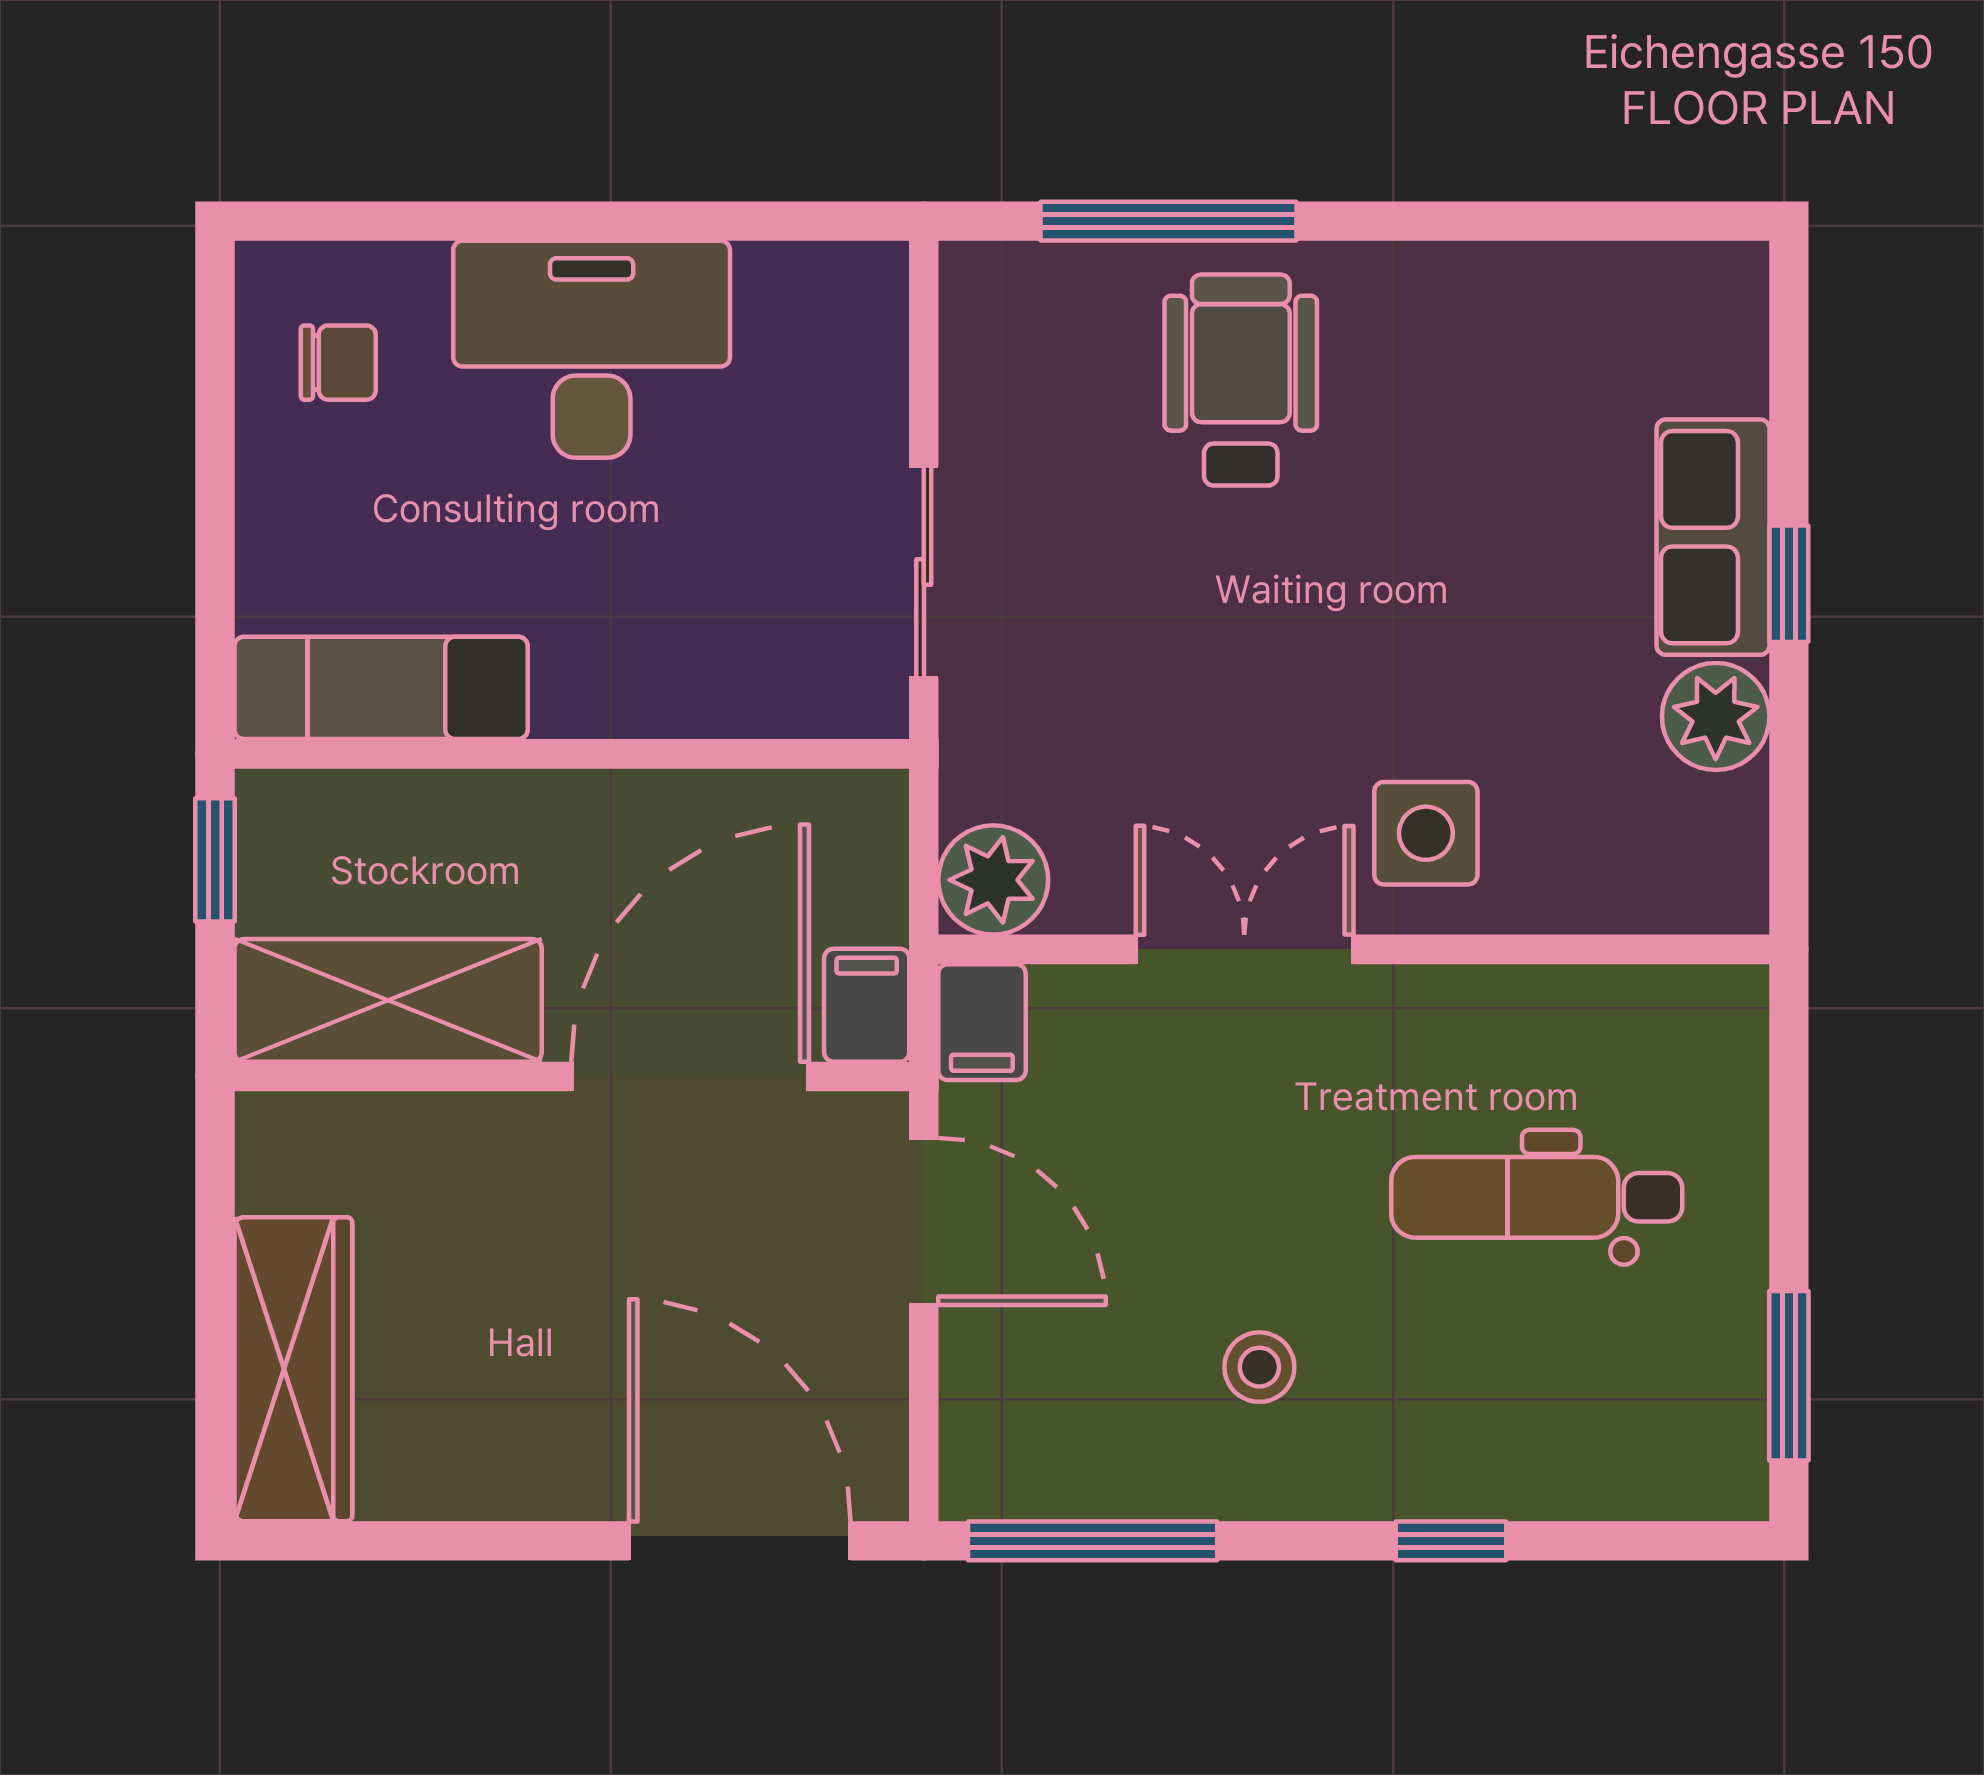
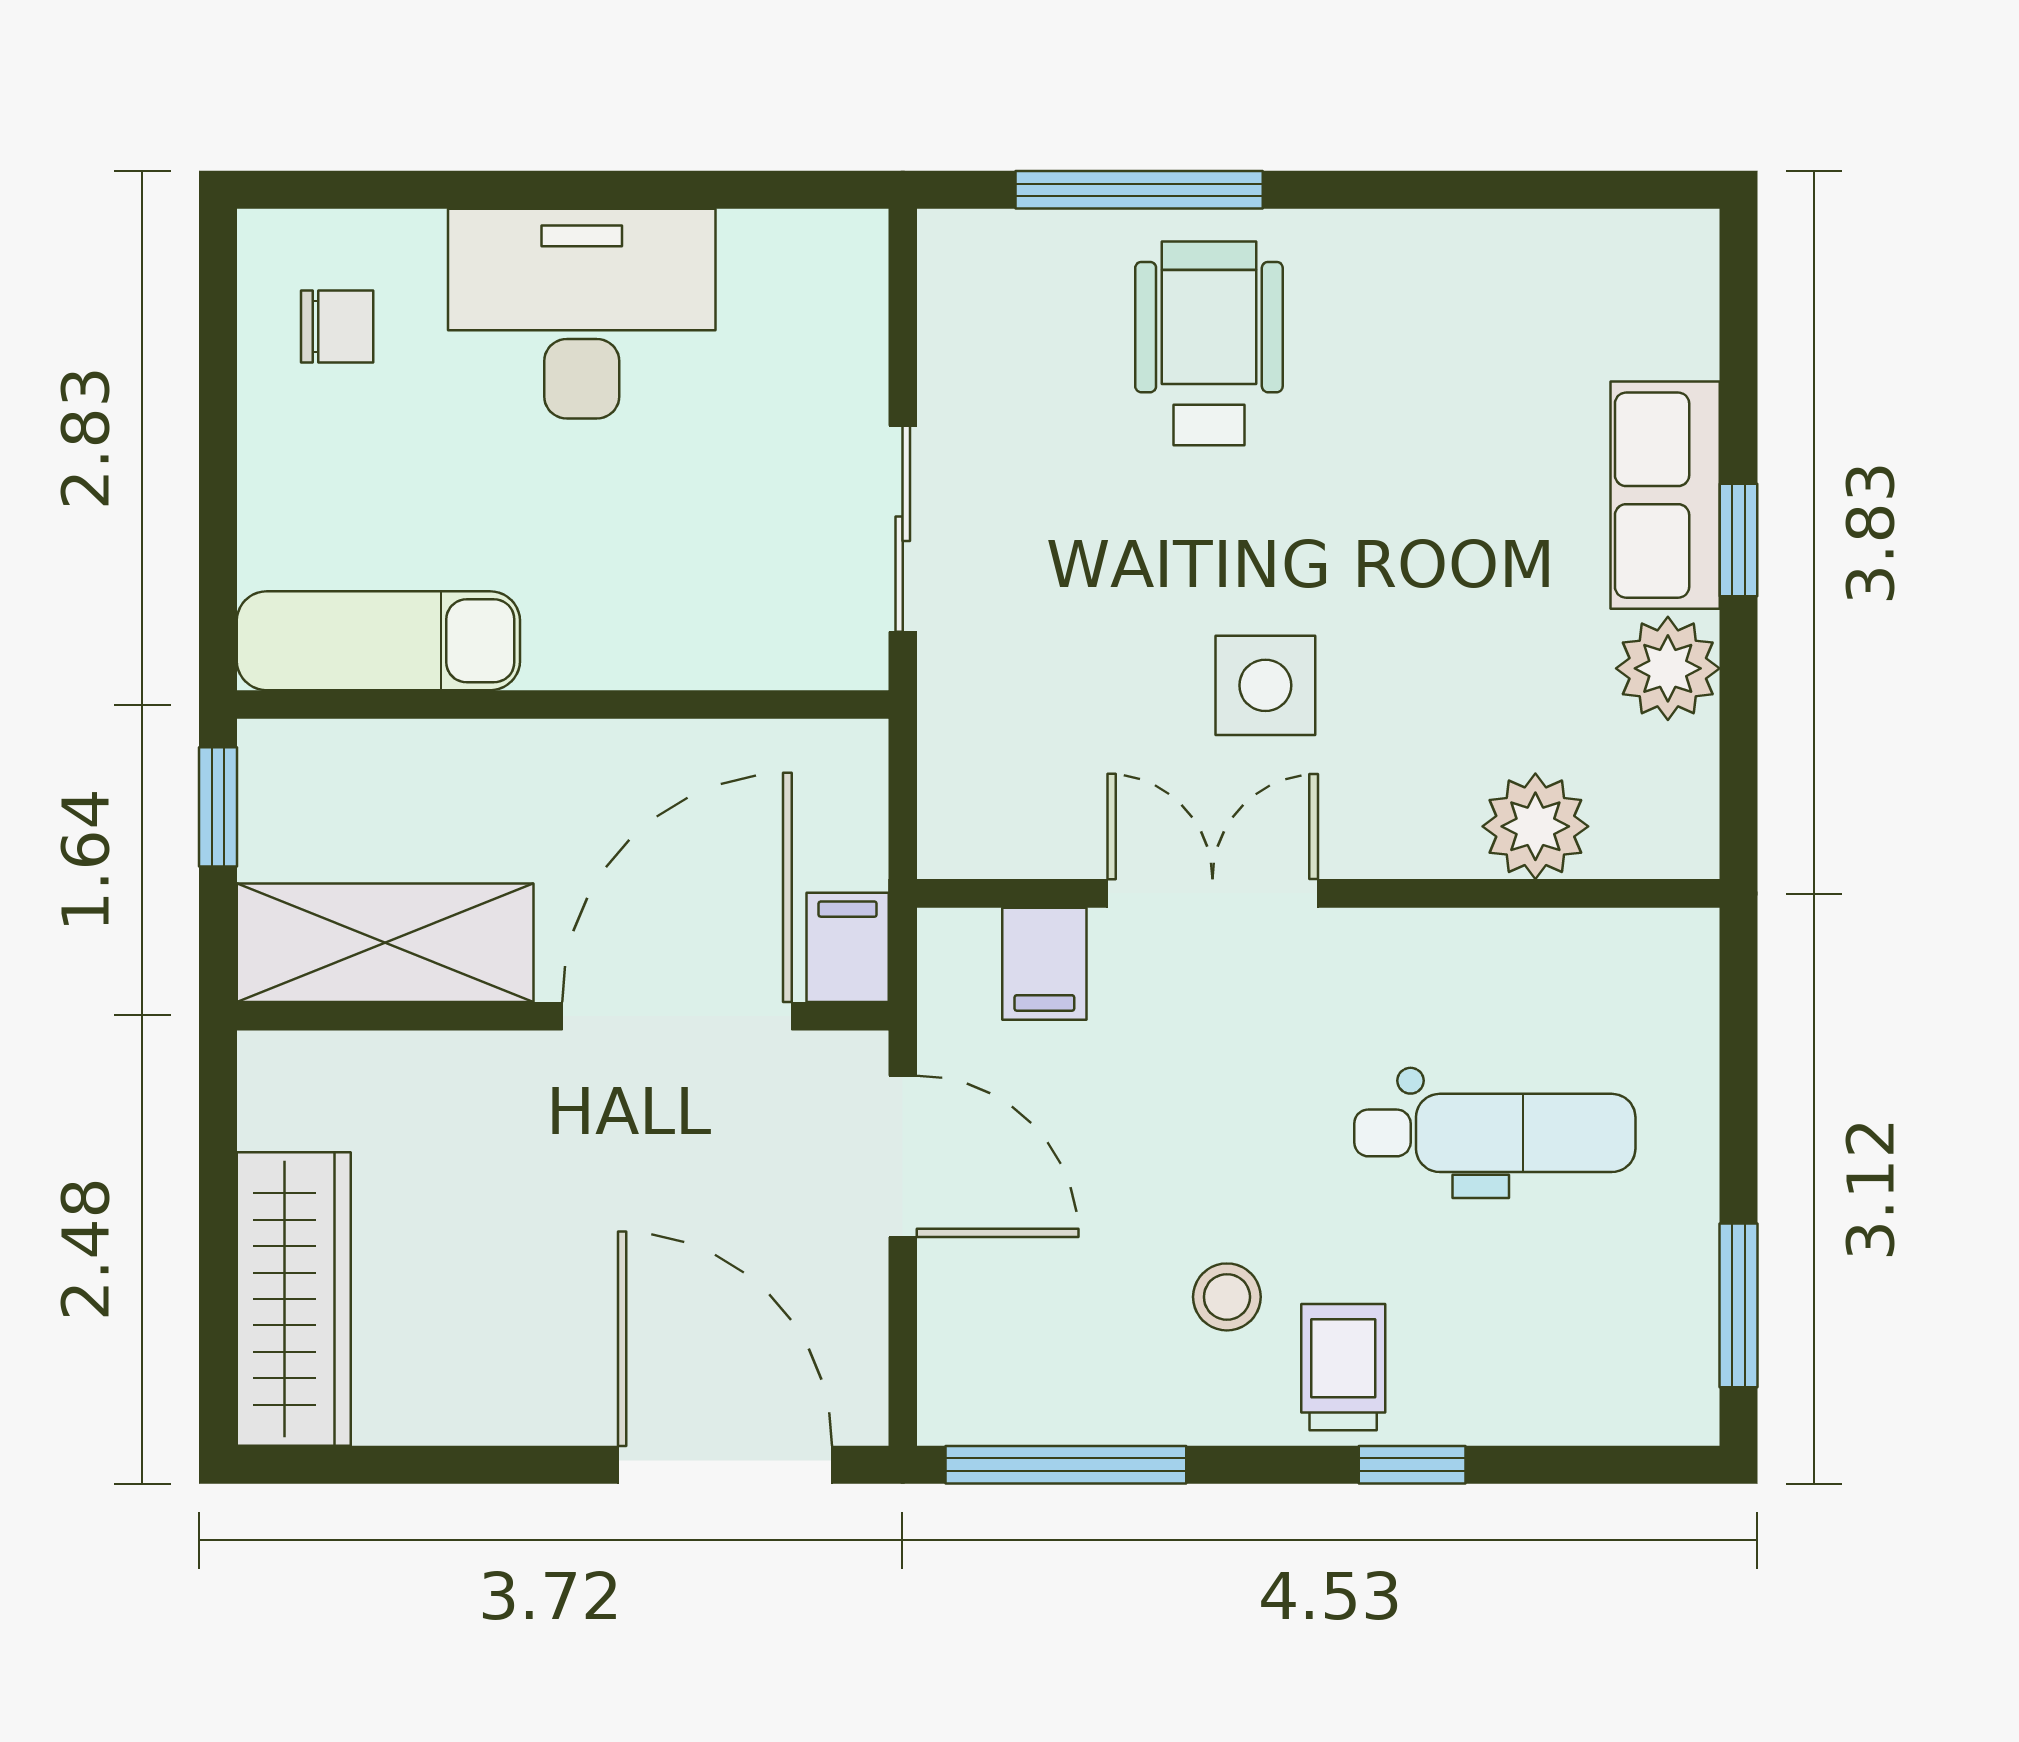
side table: (1426, 833) -> (1265, 685), moved
plant: (993, 880) -> (1535, 826), moved
filing cabinet: (982, 1022) -> (1044, 964), moved
dental chair: (1537, 1197) -> (1495, 1133), turned 180
trolley: (1380, 1440) -> (1343, 1367), added

